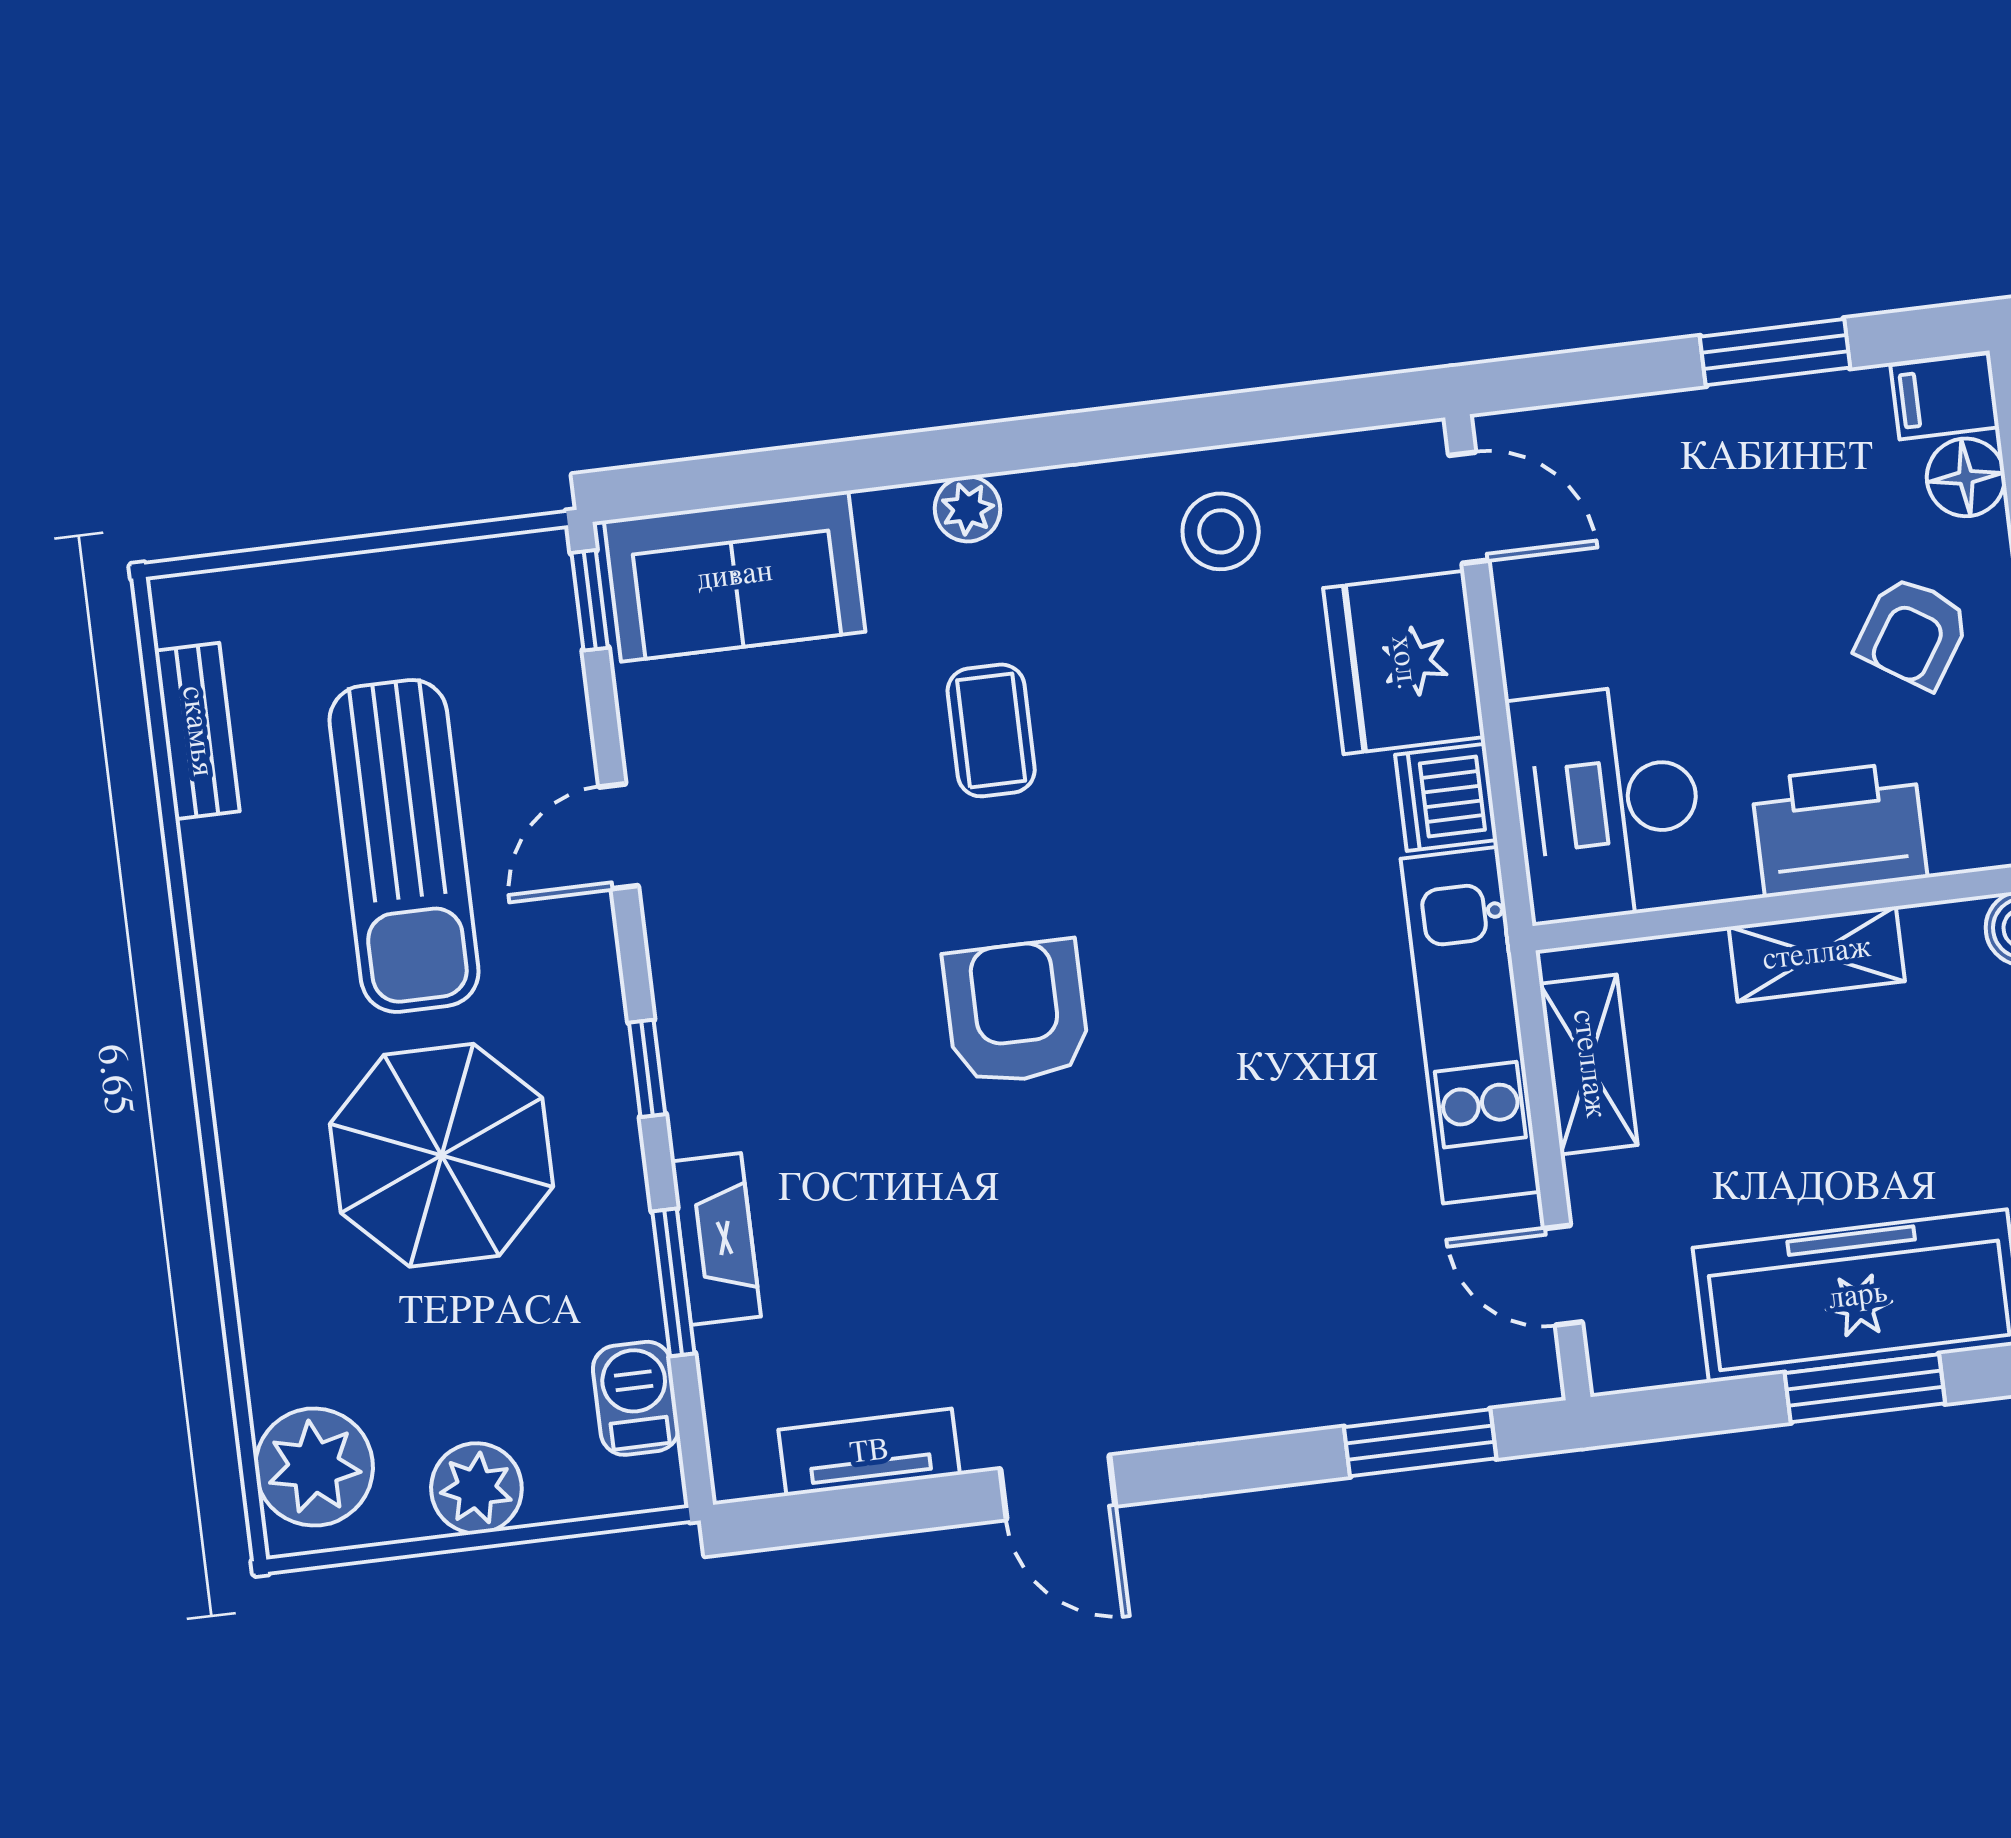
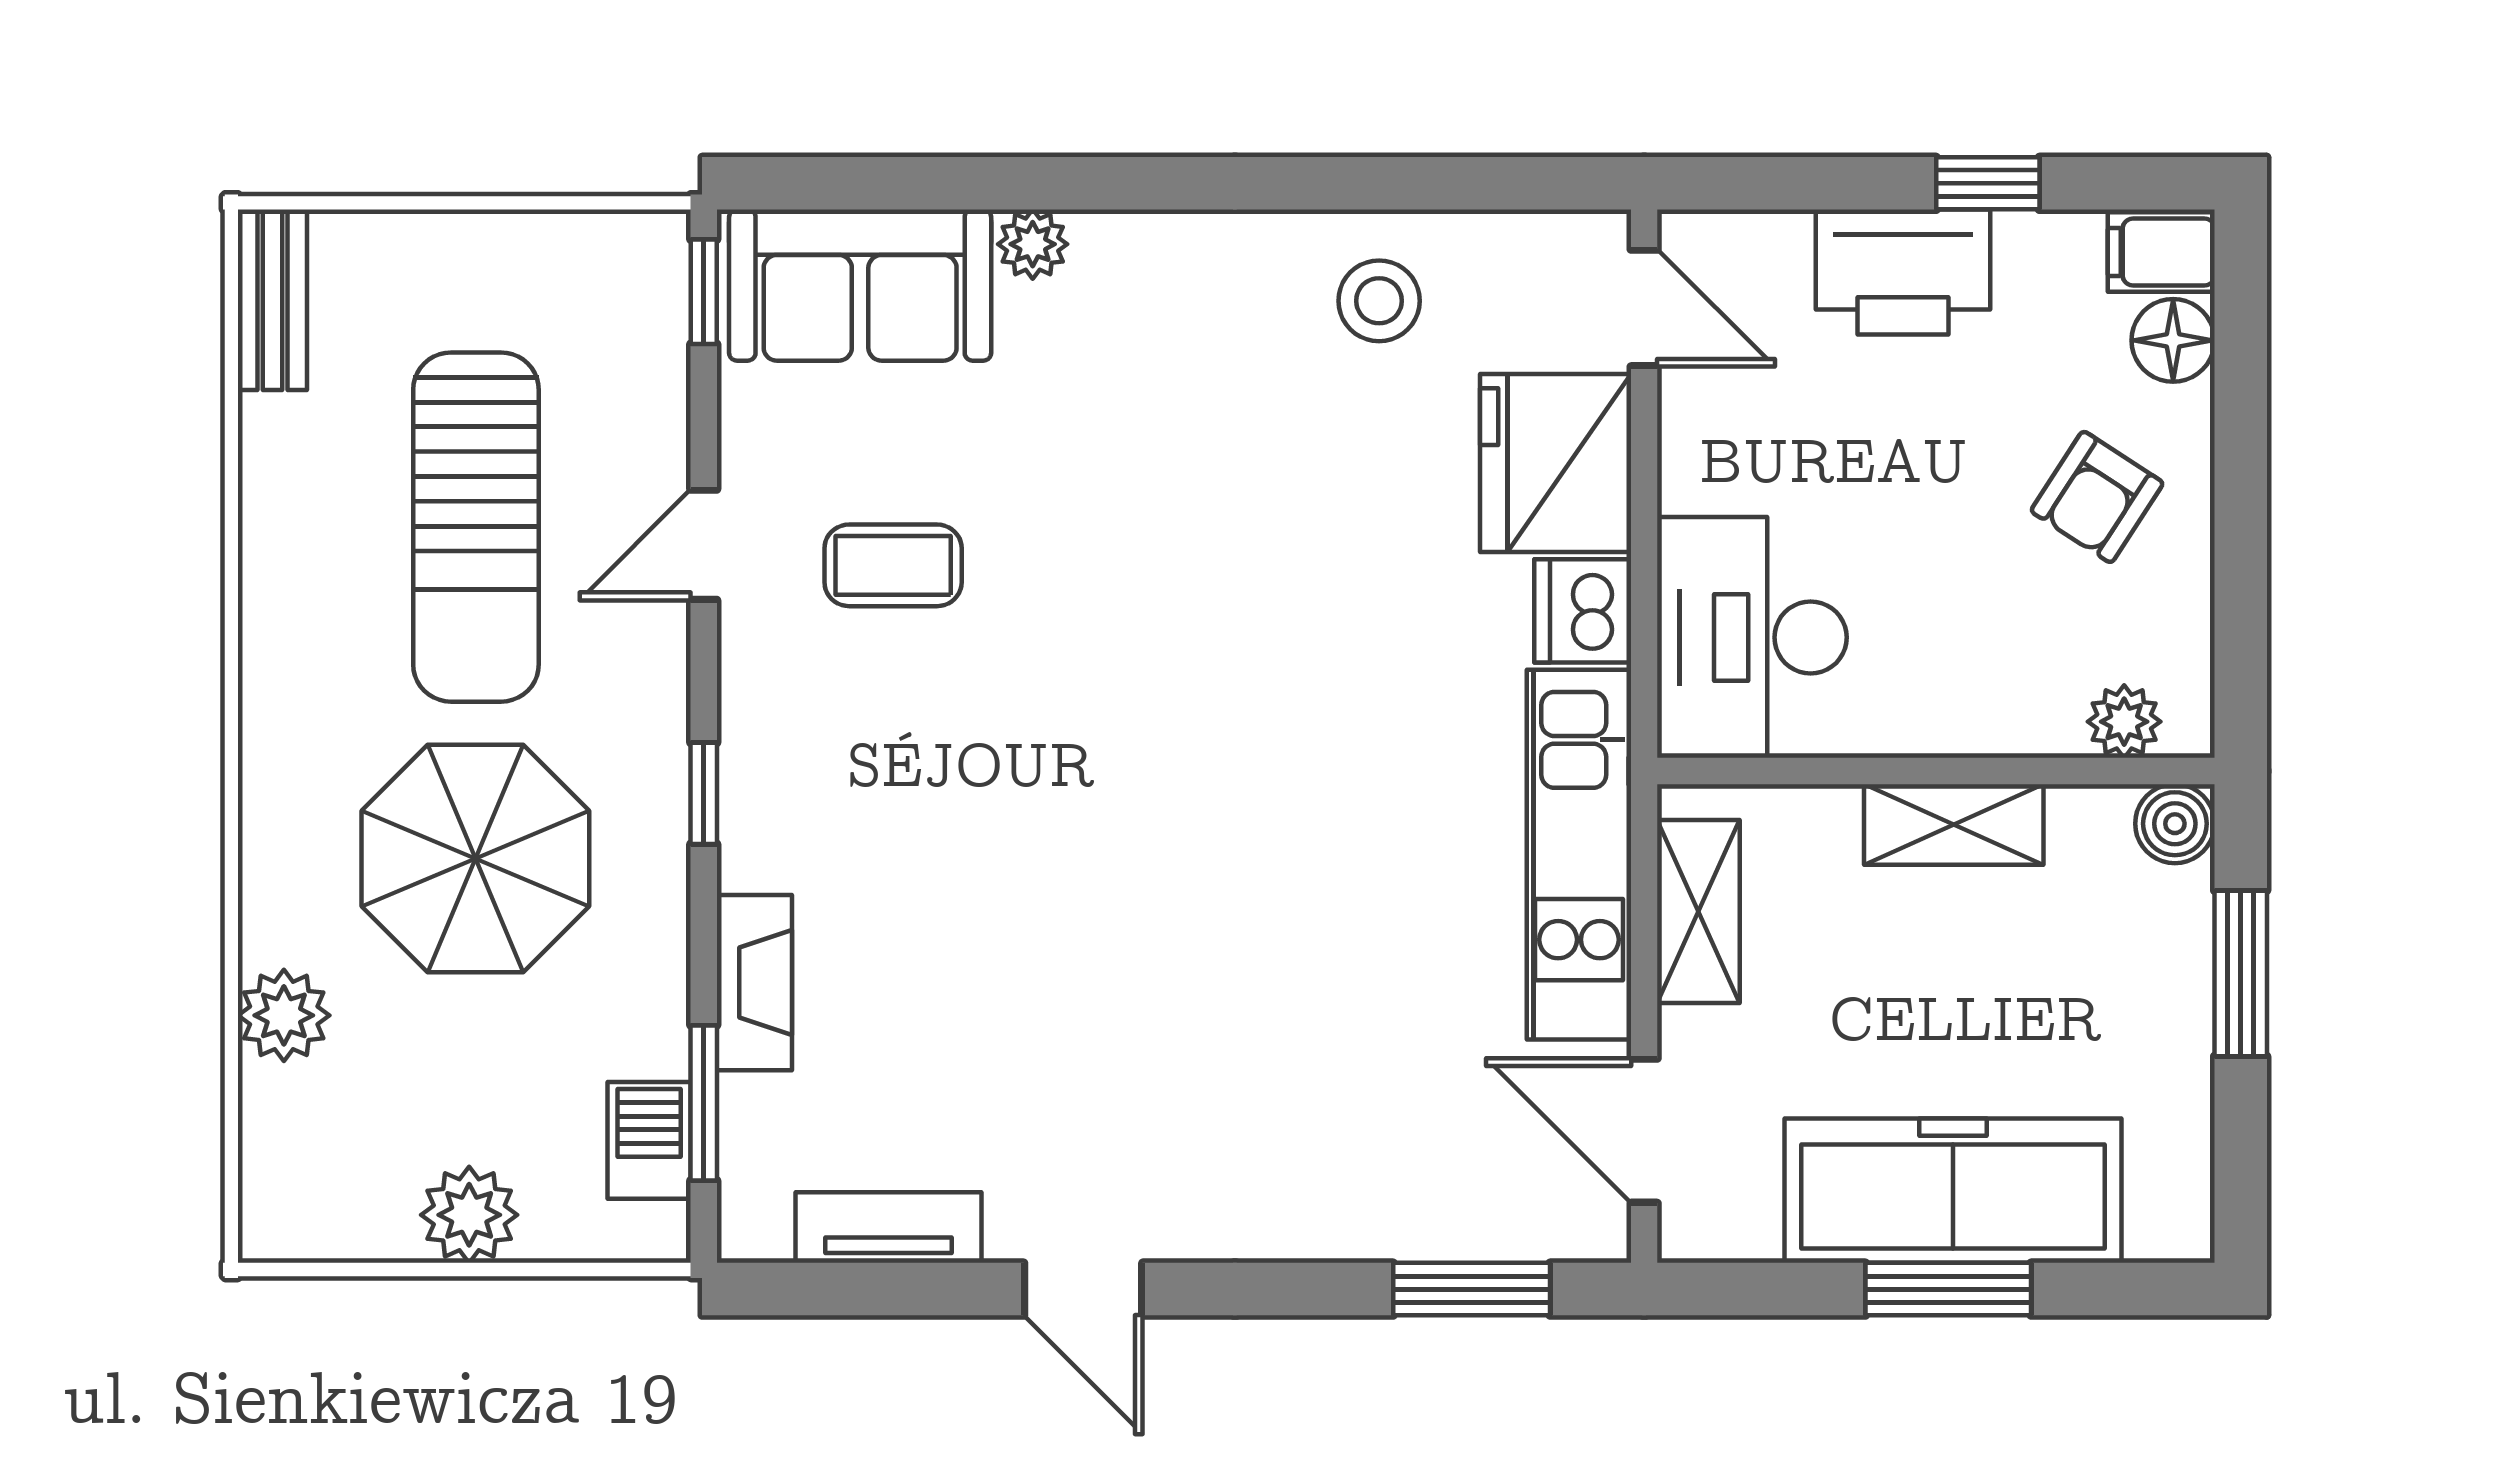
window: (1775, 352) -> (1988, 183), width x0.67
plant: (968, 509) -> (1033, 244), moved
coffee table: (991, 730) -> (893, 565), moved, turned 90
bench: (197, 731) -> (272, 300), moved
printer: (1839, 829) -> (1903, 272), moved, turned 180
plant: (1964, 839) -> (2124, 722), added
armchair: (1016, 1012) -> (1101, 782), removed
door: (1563, 1275) -> (1644, 1131), width x1.38
window: (673, 1282) -> (704, 1103), moved
plant: (314, 1467) -> (284, 1015), moved, width x0.73, depth x0.73

